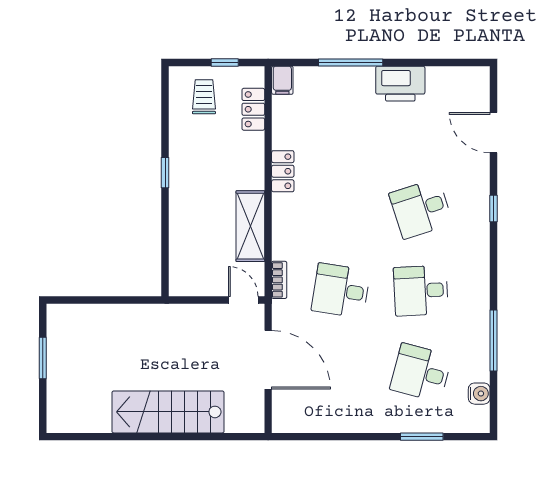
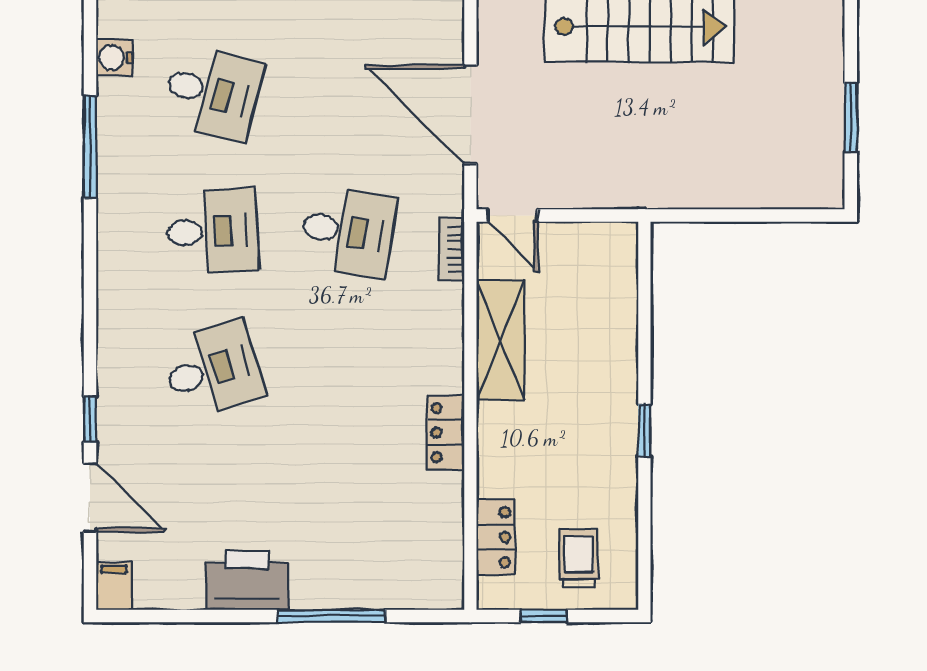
filing cabinet: (282, 80) -> (114, 586), moved
trolley: (204, 97) -> (579, 558), turned 180
window: (494, 208) -> (90, 419), moved

